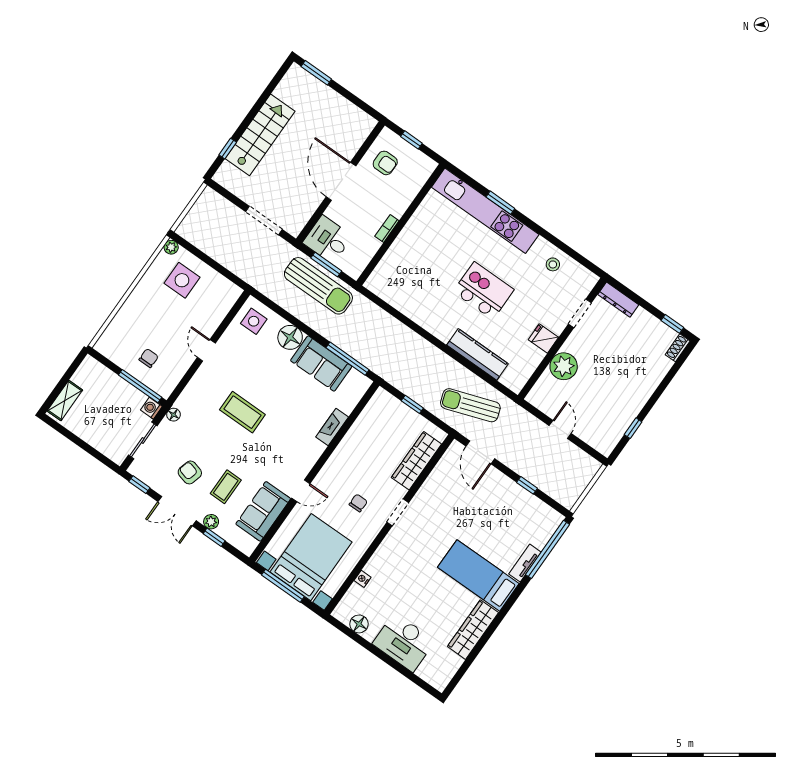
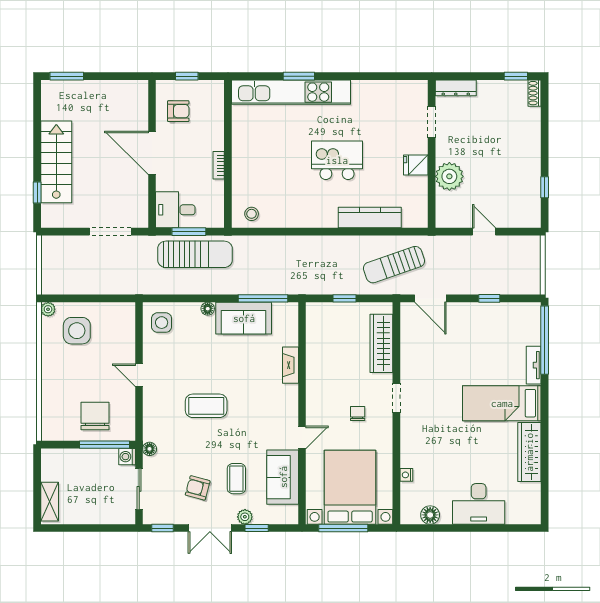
stool: (553, 264) -> (252, 214), moved
floor lamp: (290, 337) -> (208, 309), width x0.53, depth x0.53
chair: (149, 358) -> (95, 416), width x1.87, depth x1.87

